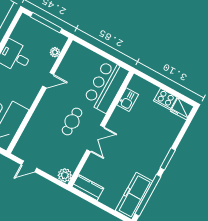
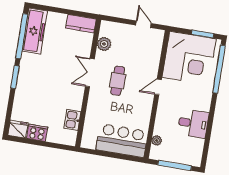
door: (48, 80) -> (158, 87), moved
bar counter: (106, 86) -> (122, 141), moved, turned -90
door: (29, 166) -> (143, 24), hinge flipped
plant: (65, 175) -> (104, 44), moved

